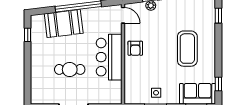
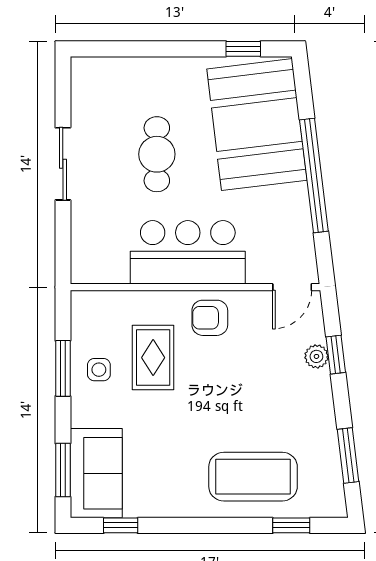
booth: (64, 24) -> (257, 125), width x1.36, depth x1.42
coffee table: (187, 49) -> (253, 477), moved
rug: (151, 71) -> (153, 358), added

